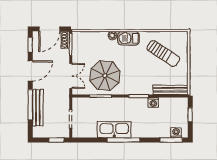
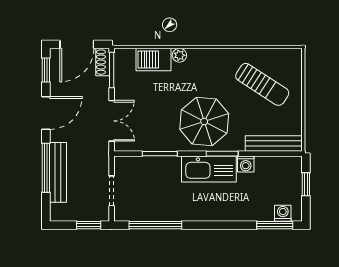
barbecue: (128, 38) -> (154, 60), moved
parasol: (105, 76) -> (204, 122), moved
kitchen sink: (114, 130) -> (209, 169), moved, turned 180
window: (124, 140) -> (155, 225), moved

